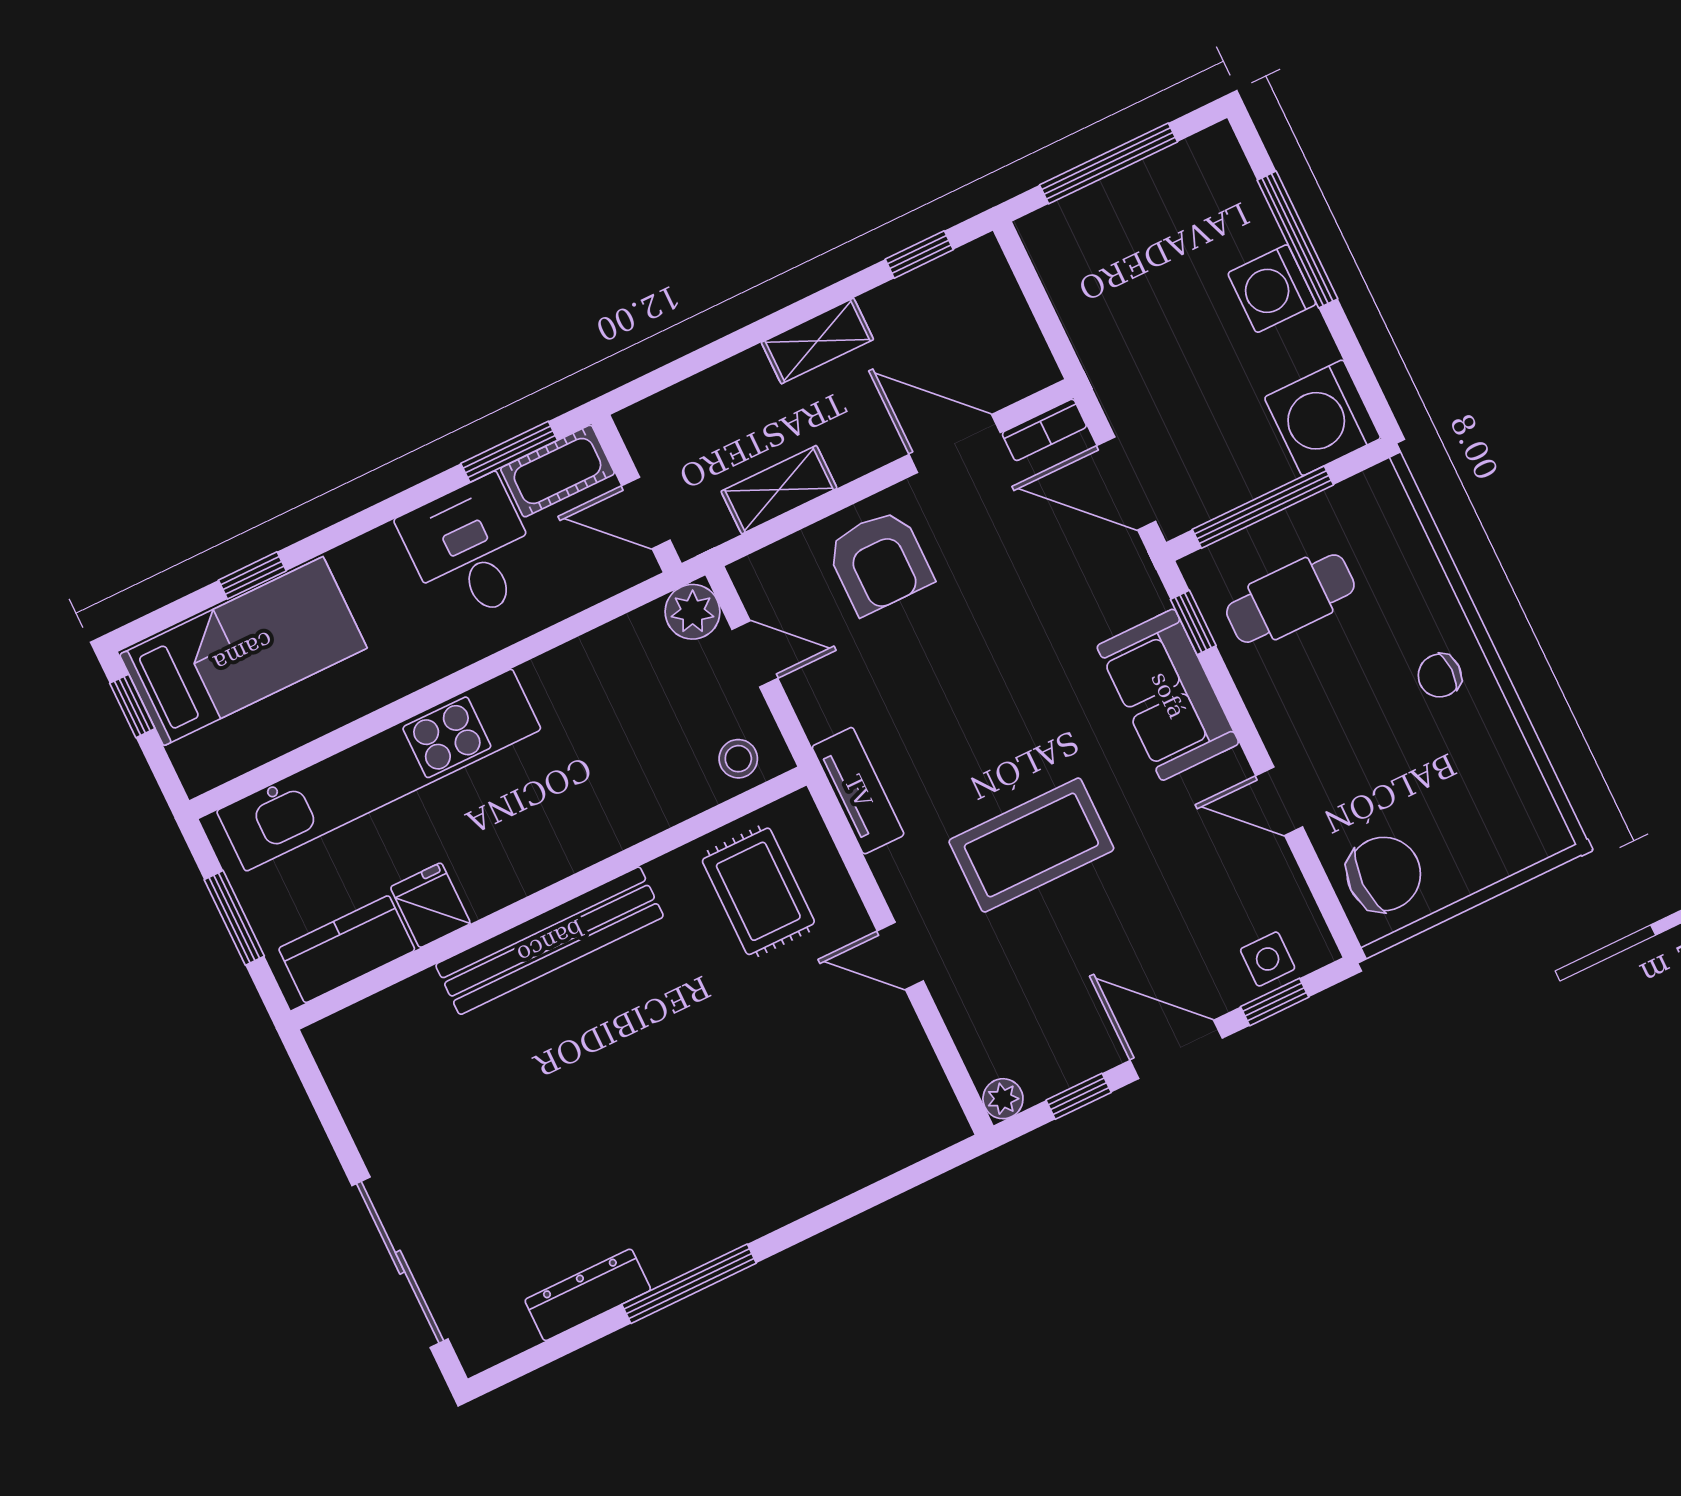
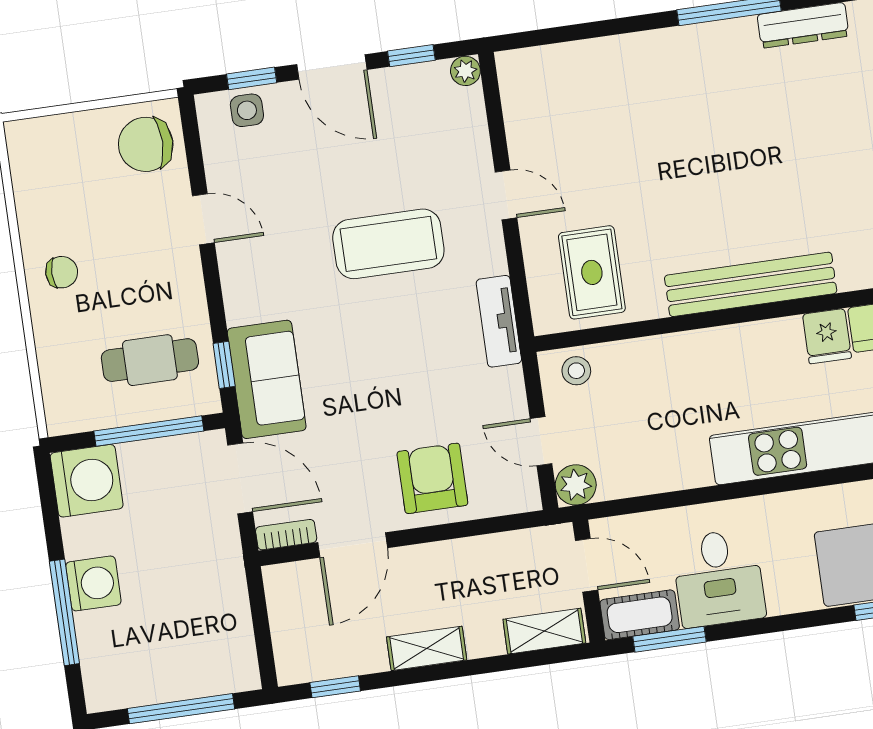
door: (955, 444) -> (353, 545), hinge flipped
shelving: (779, 490) -> (544, 631), moved
sofa: (1168, 695) -> (267, 379), moved

